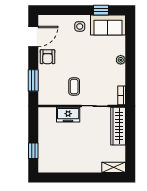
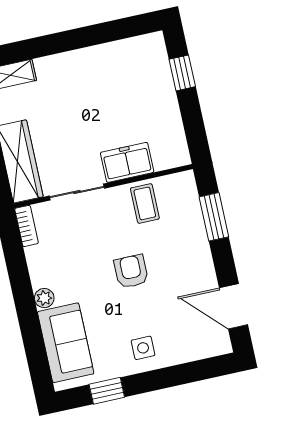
sofa: (108, 25) -> (66, 343), moved, turned 90
door: (33, 37) -> (234, 306), hinge flipped
armchair: (47, 57) -> (131, 271), moved
coffee table: (74, 86) -> (145, 203), moved

